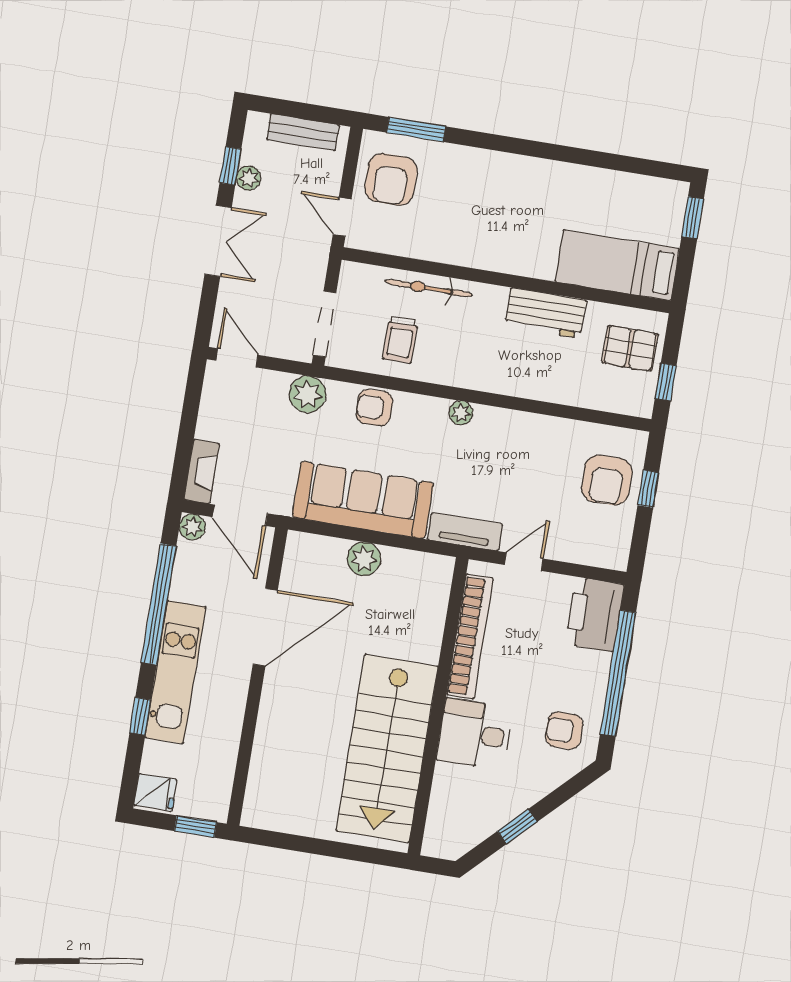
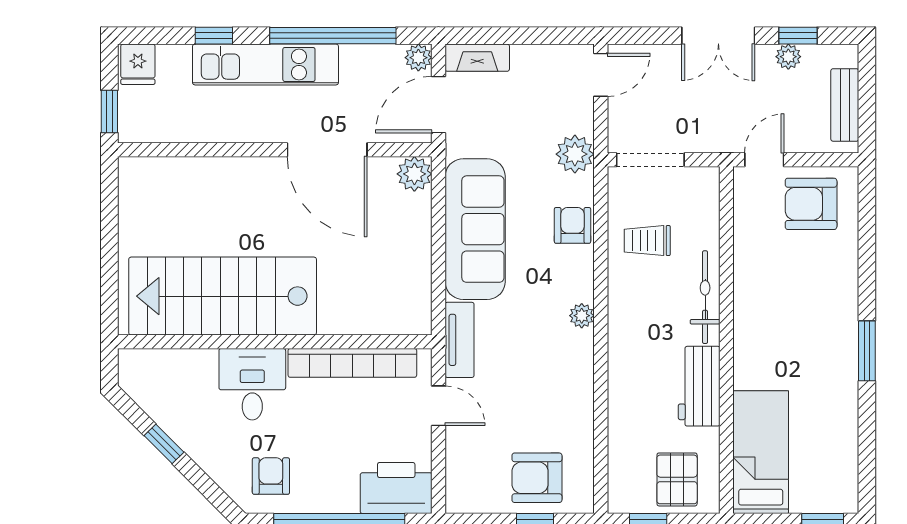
window: (416, 129) -> (867, 351), moved
bicycle: (428, 288) -> (705, 297), moved
plant: (364, 559) -> (414, 174), moved

